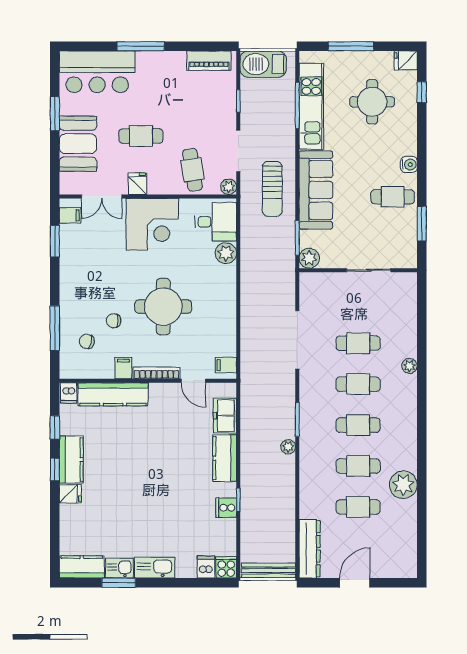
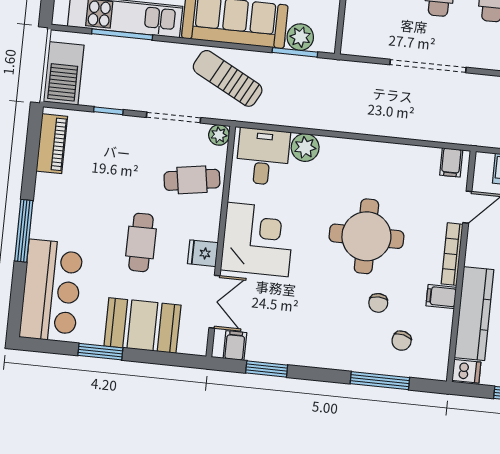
sun lounger: (272, 189) -> (228, 78), turned -152
plant: (309, 258) -> (300, 37), moved

